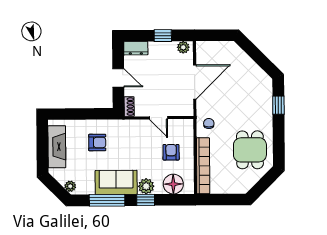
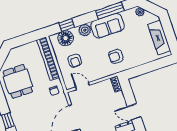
door: (118, 78) -> (134, 112), moved
door: (158, 118) -> (82, 86), moved
armchair: (97, 143) -> (116, 56), moved
window: (146, 200) -> (67, 25), moved

